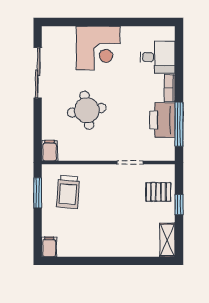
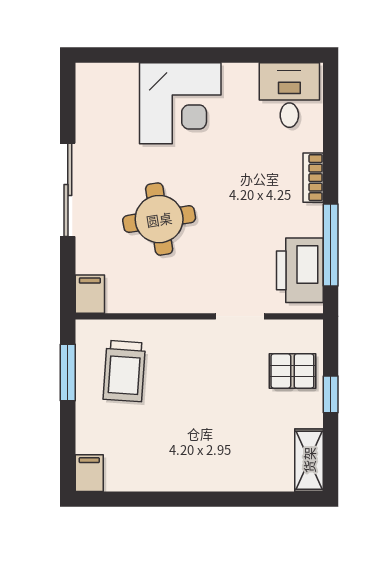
desk: (158, 57) -> (289, 95), moved, turned -90
sliding door: (38, 73) -> (68, 190), moved
printer: (162, 120) -> (300, 270), moved

